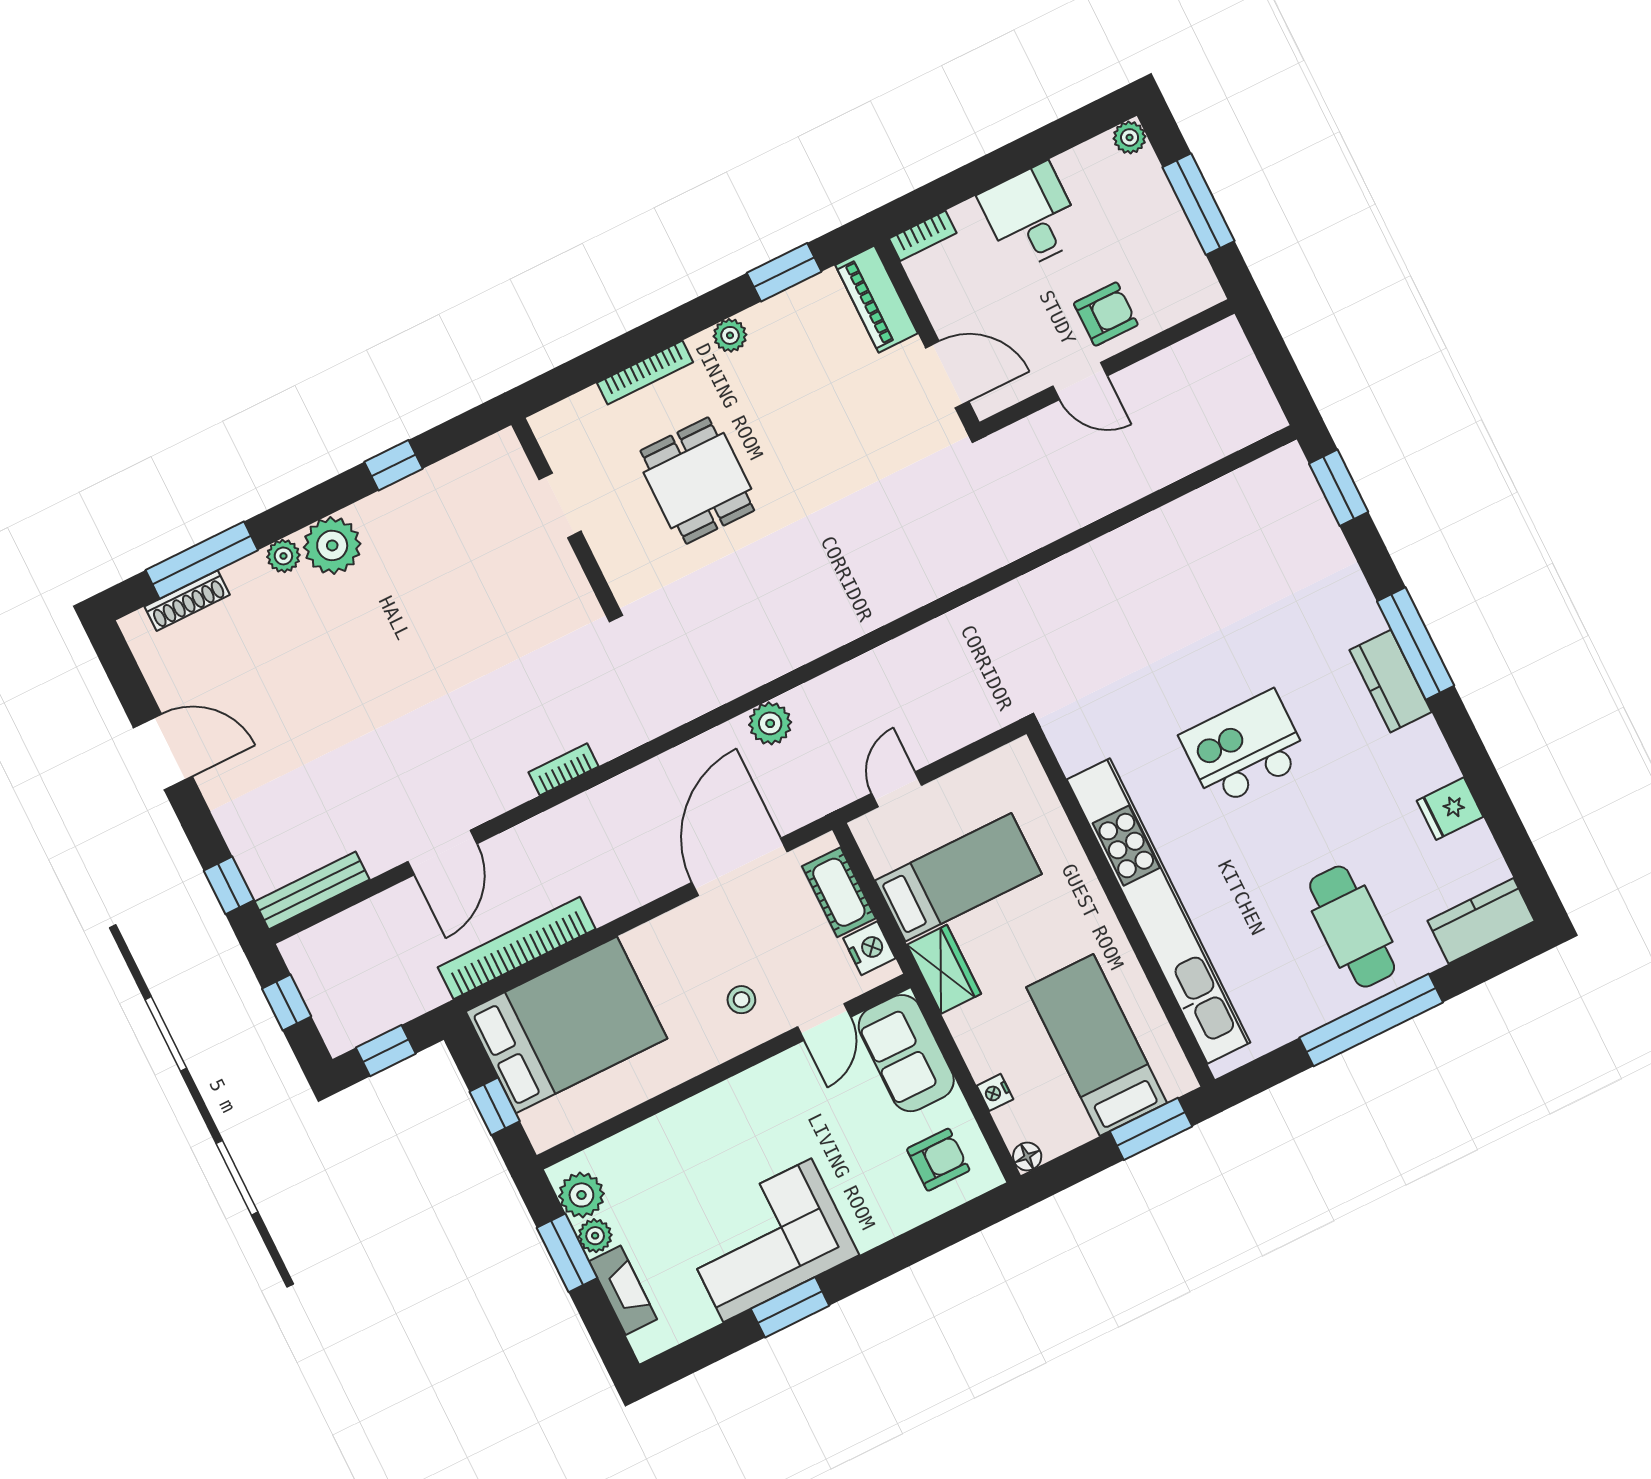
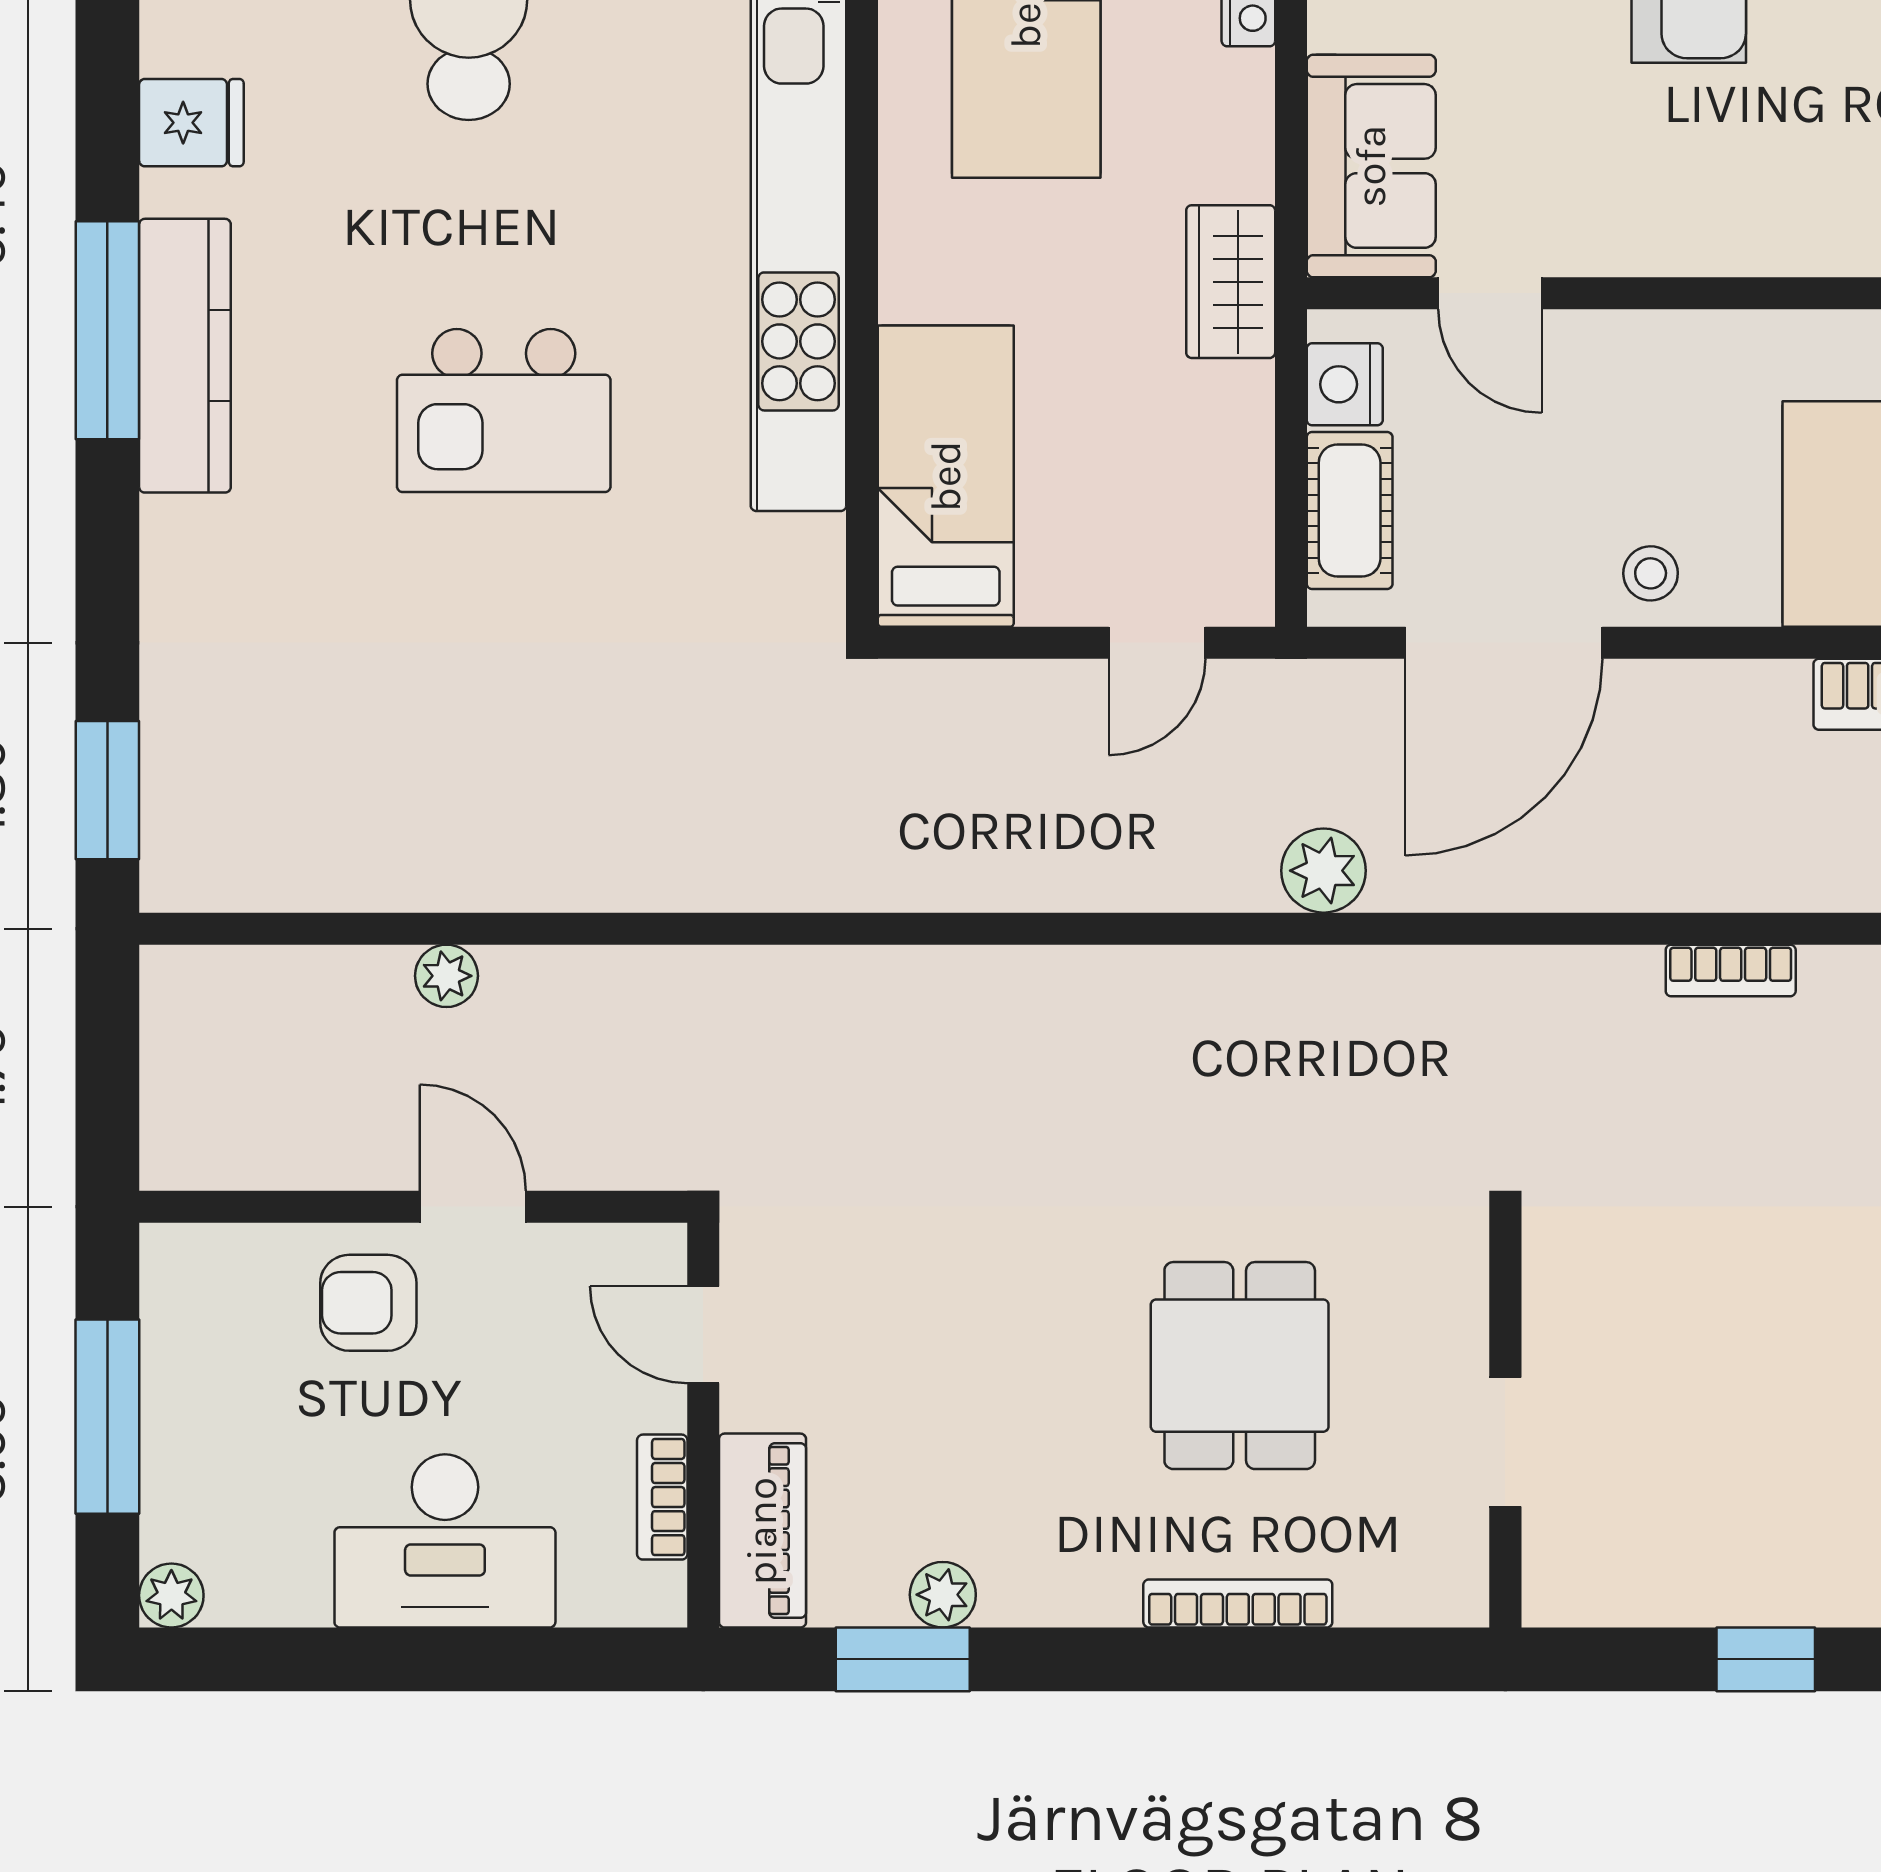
desk: (1031, 217) -> (445, 1541), width x1.37
bookcase: (923, 236) -> (662, 1497), moved, turned -90
plant: (730, 335) -> (943, 1595), moved
door: (947, 375) -> (703, 1335), width x0.73
plant: (1144, 480) -> (446, 976), added
window: (1416, 643) -> (107, 330), moved
kitchen counter: (1391, 681) -> (185, 356), width x1.50
bed: (958, 877) -> (946, 476), moved, turned 90
stool: (741, 1000) -> (1651, 573), moved
door: (824, 1022) -> (1490, 293), swing flipped

